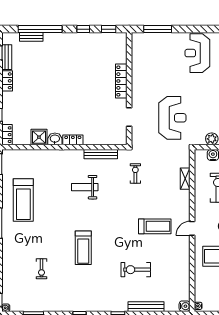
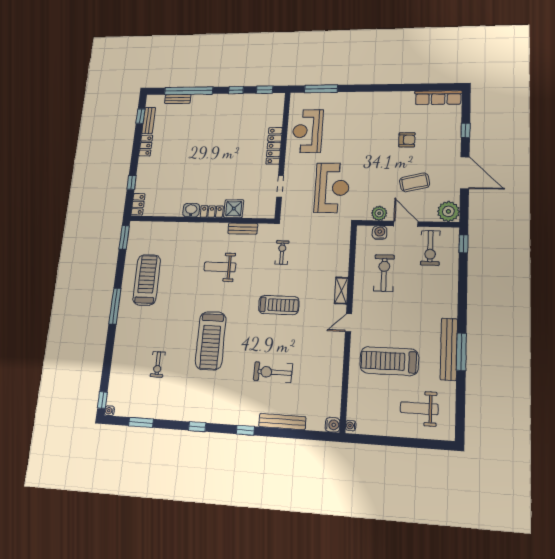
reception desk: (197, 53) -> (308, 131), moved
shower: (39, 137) -> (234, 209), moved
bench: (101, 154) -> (243, 229), width x0.73
shelving: (185, 179) -> (341, 291), moved
treadmill: (23, 200) -> (147, 280), turned 180
treadmill: (155, 226) -> (279, 305), moved
treadmill: (83, 248) -> (211, 341), width x1.37, depth x1.38

